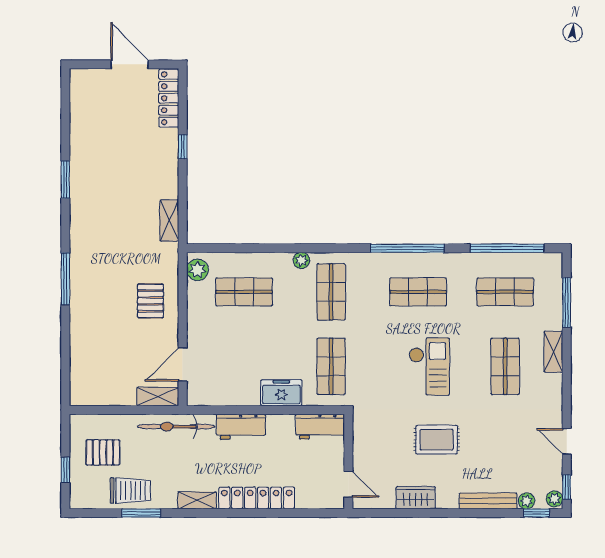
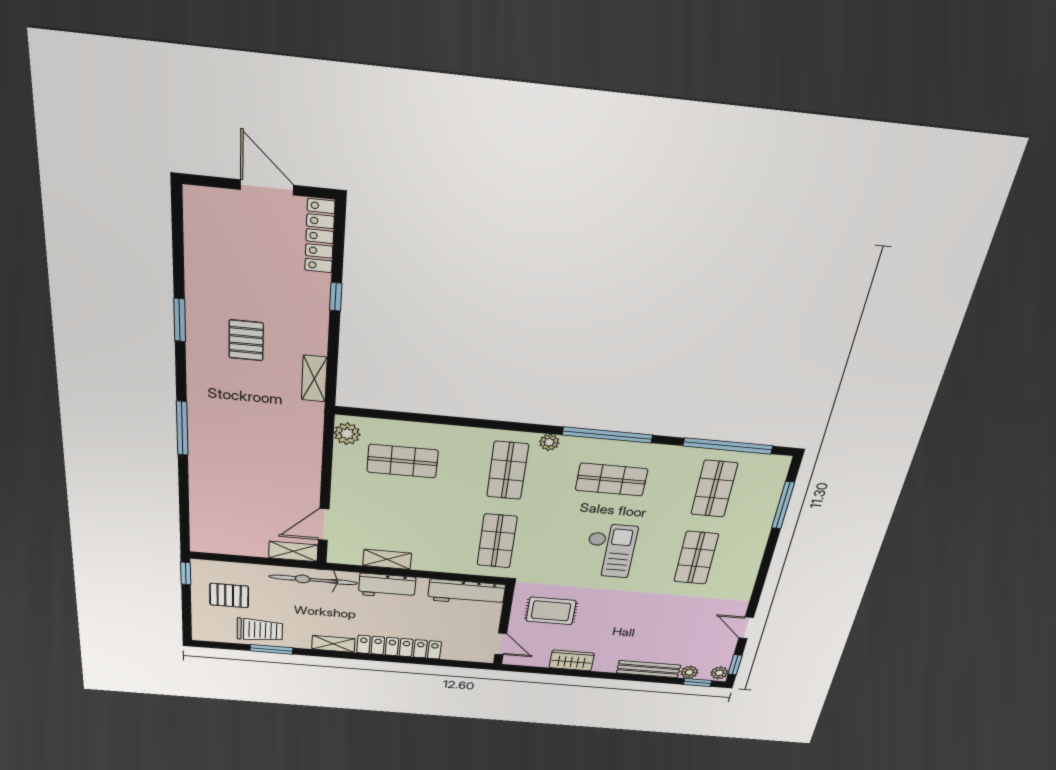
plant: (301, 260) -> (549, 442), moved
shop shelf: (505, 292) -> (714, 489), turned 90
pallet: (150, 301) -> (246, 340), moved
shelving: (553, 352) -> (387, 559), moved, turned 90
freezer: (281, 393) -> (436, 560), removed
workbench: (320, 427) -> (466, 592), width x1.37
rug: (437, 440) -> (551, 611), moved
window: (65, 470) -> (186, 573), moved

